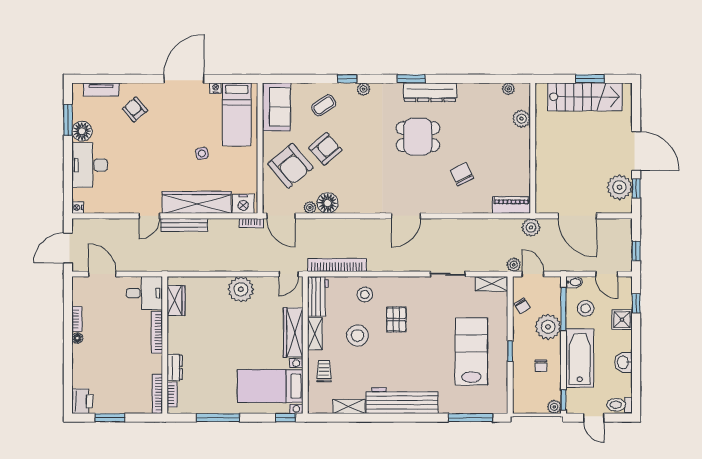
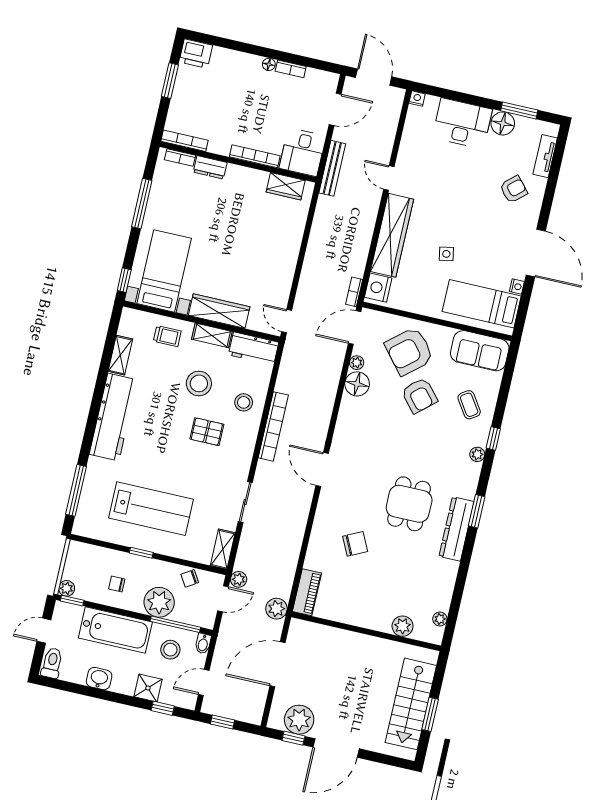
bench: (184, 225) -> (332, 168), moved
bookcase: (337, 265) -> (273, 426), moved
plant: (241, 289) -> (282, 263), removed

